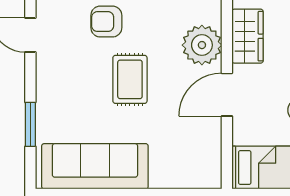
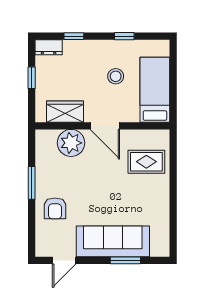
rug: (130, 79) -> (146, 162), moved
sofa: (95, 166) -> (113, 241), moved, turned 90

